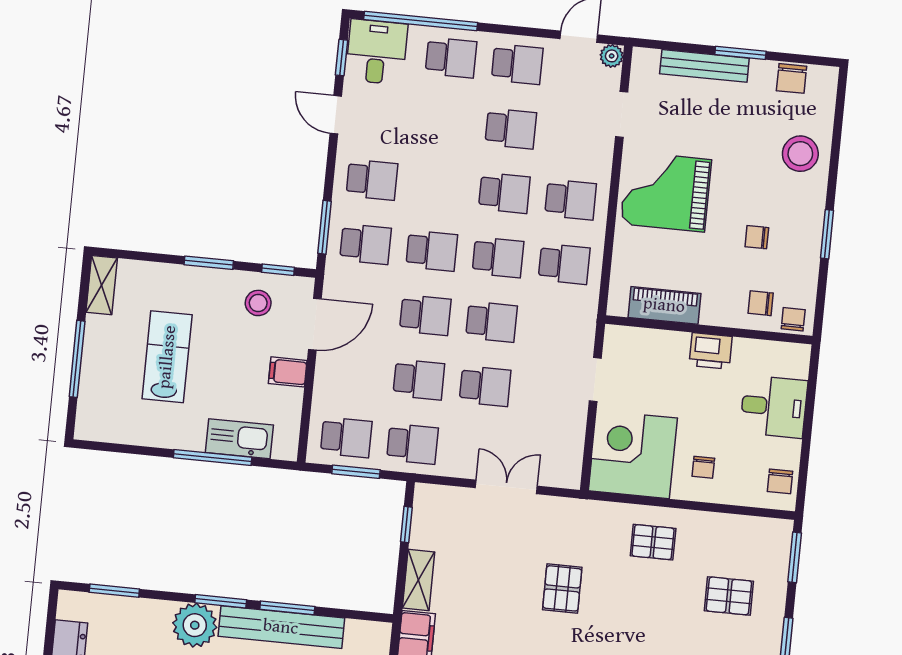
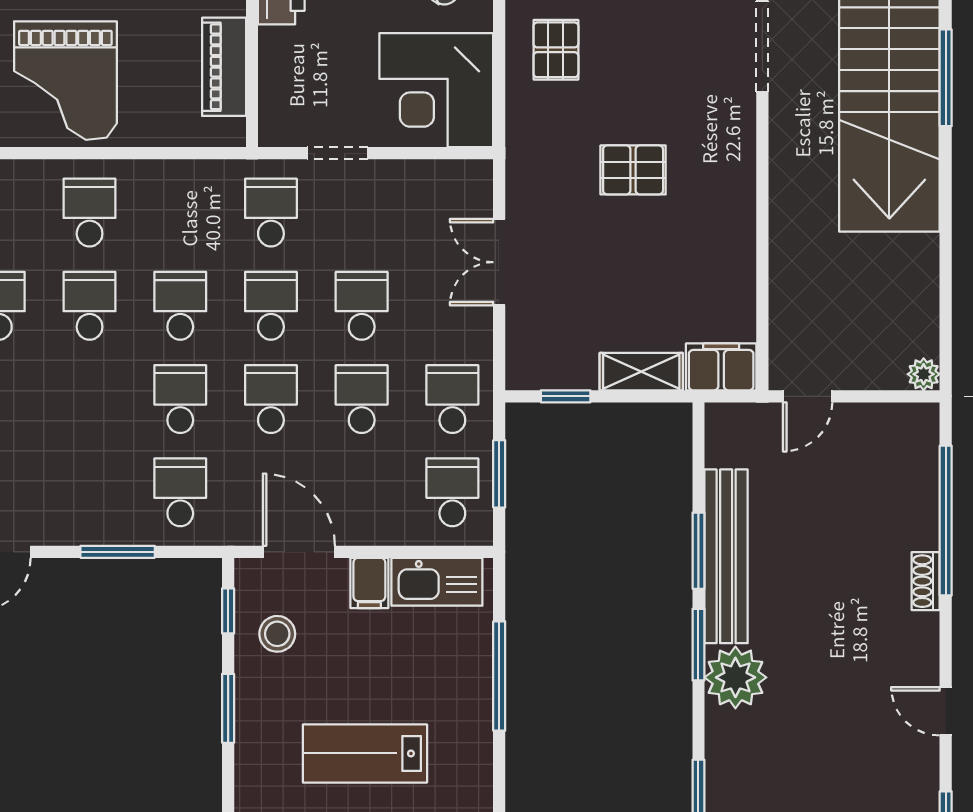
school desk: (372, 180) -> (90, 492), removed
window: (325, 227) -> (118, 552), moved
school desk: (564, 264) -> (271, 213), moved
kitchen sink: (239, 439) -> (437, 582), moved, turned -90

